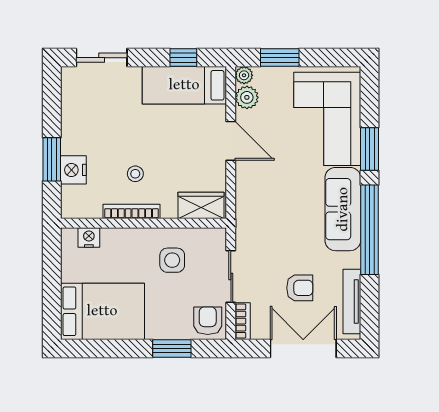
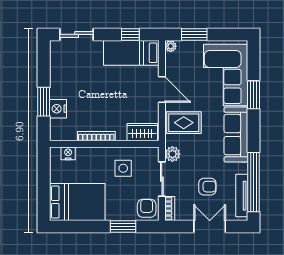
plant: (247, 97) -> (172, 154), moved
stool: (135, 174) -> (99, 111), removed
rug: (264, 191) -> (184, 123), added
window: (370, 230) -> (253, 182), moved
double door: (303, 348) -> (210, 227), width x0.73

